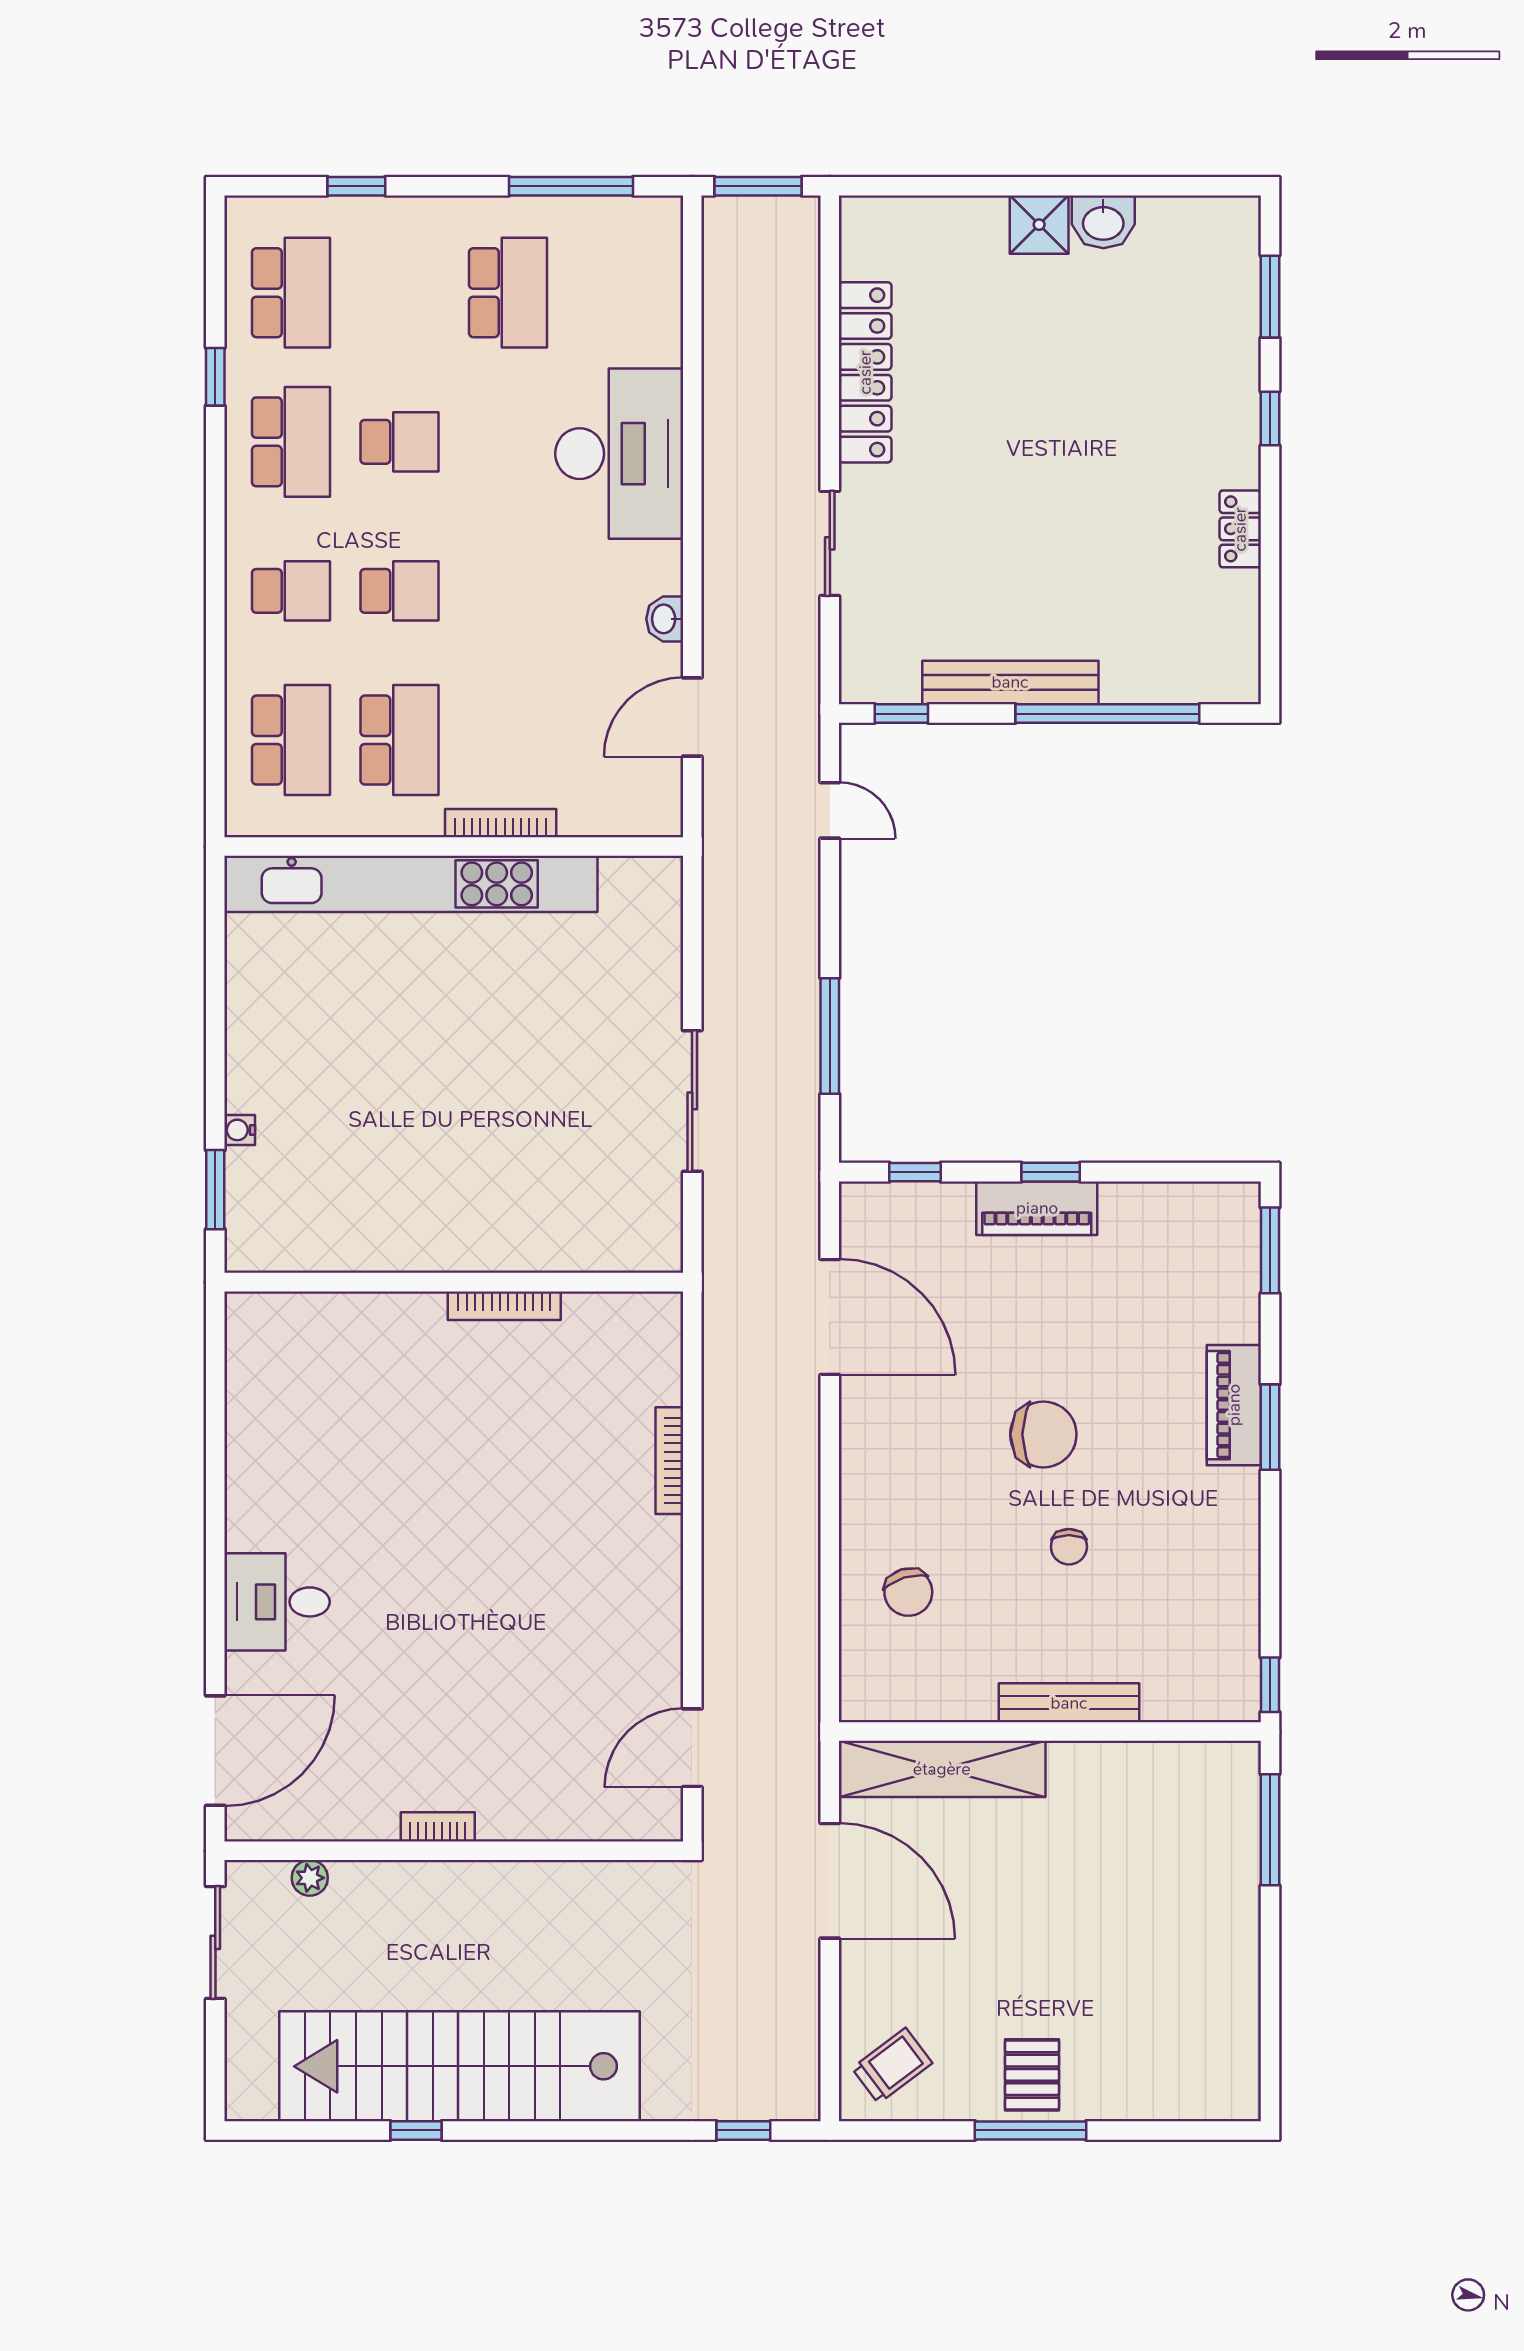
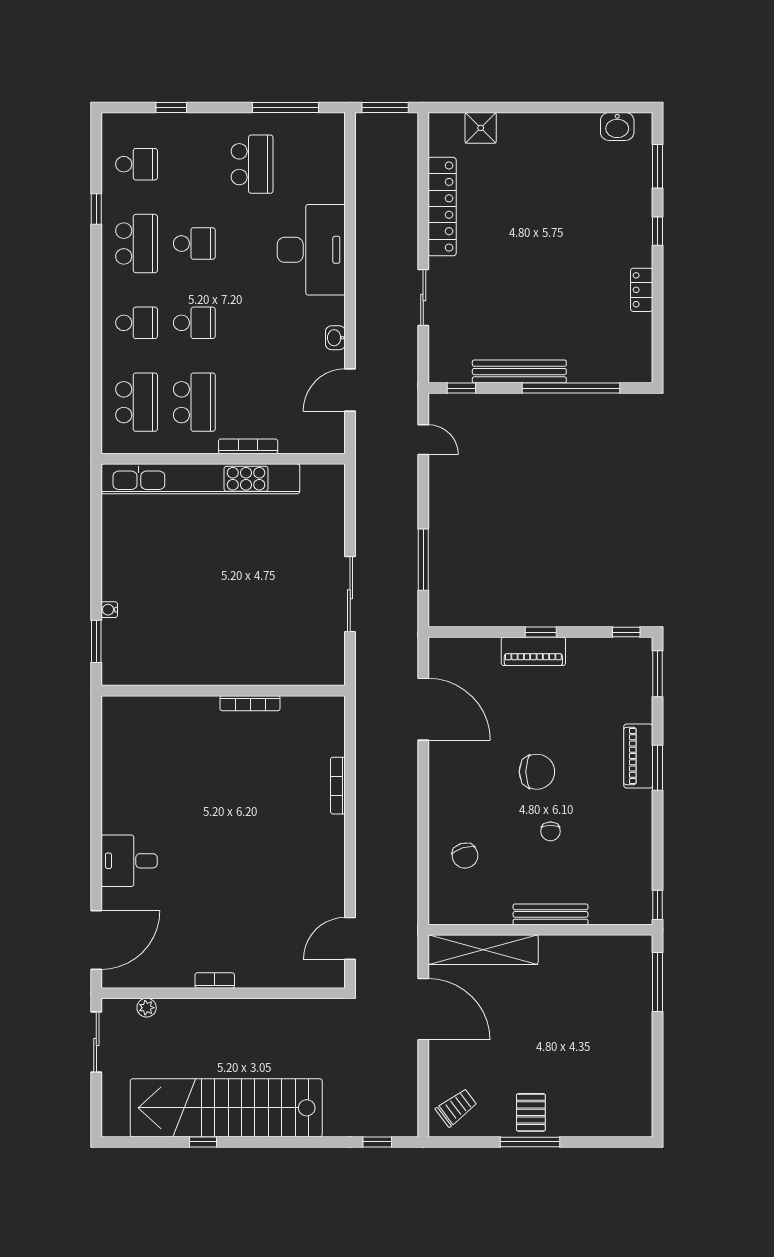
washbasin: (1103, 222) -> (617, 126), moved
shower: (1039, 225) -> (481, 128), moved
school desk: (291, 293) -> (137, 164), width x0.54
window: (915, 1172) -> (626, 632), moved

